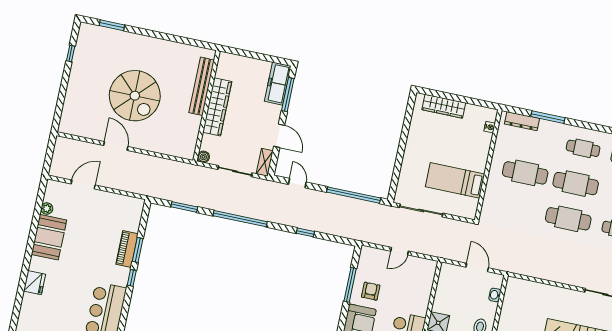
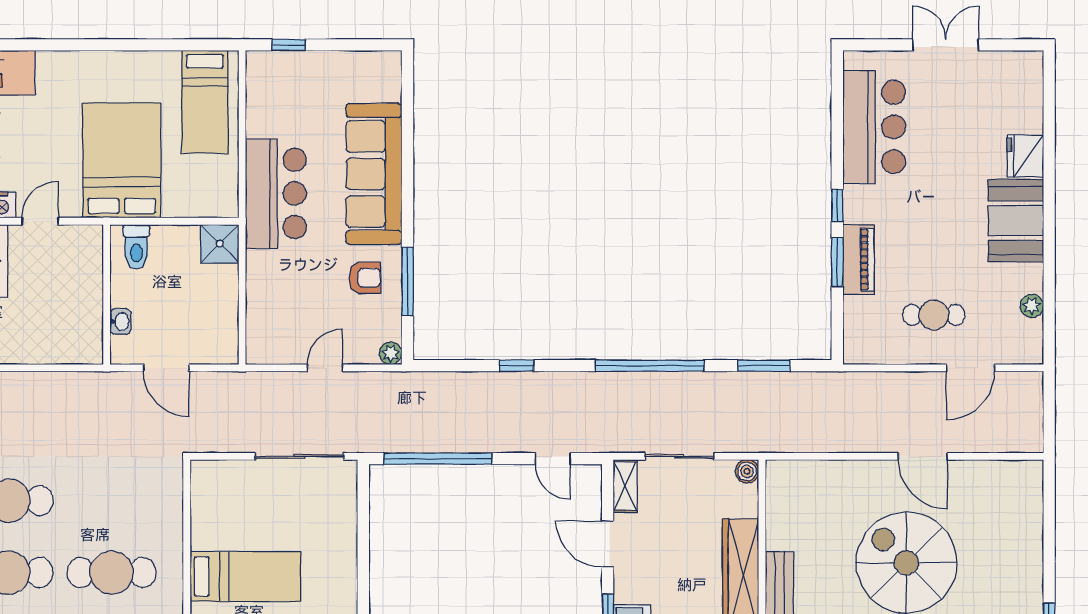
bed: (455, 180) -> (246, 577), moved
cafe table: (96, 214) -> (934, 315), added
booth: (49, 237) -> (1016, 221), moved
plant: (366, 251) -> (391, 353), added
armchair: (371, 291) -> (365, 278), turned -90

